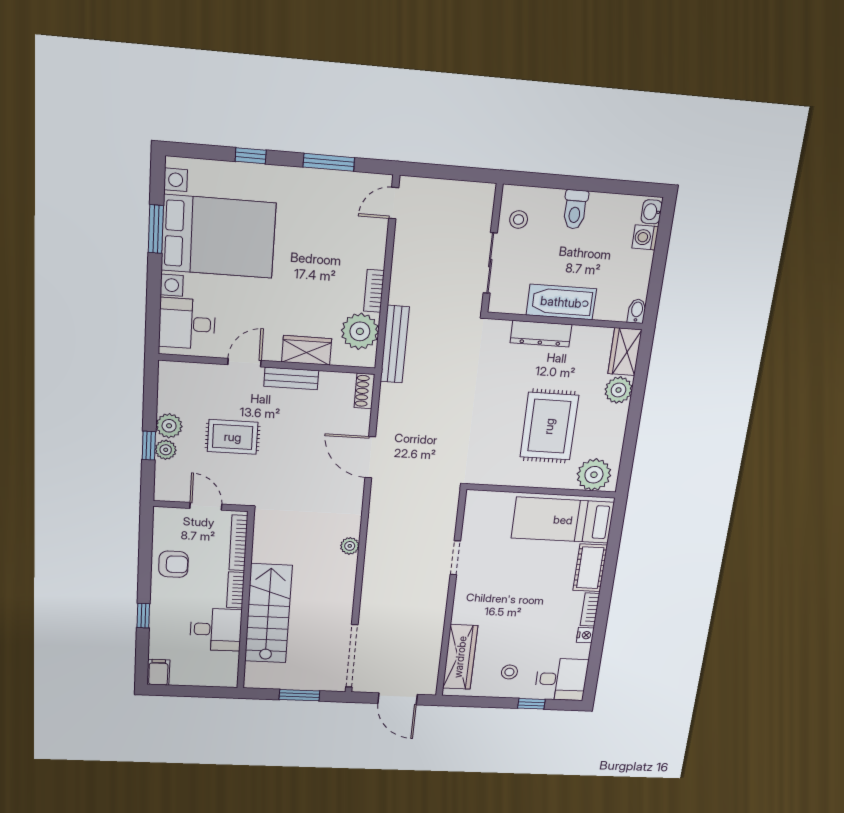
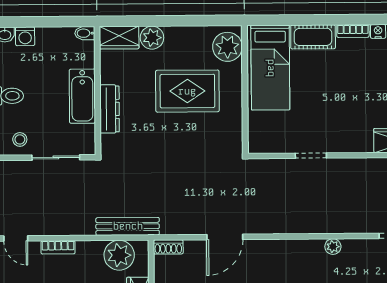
bookcase: (374, 291) -> (58, 247), moved
plant: (350, 546) -> (333, 247), moved

